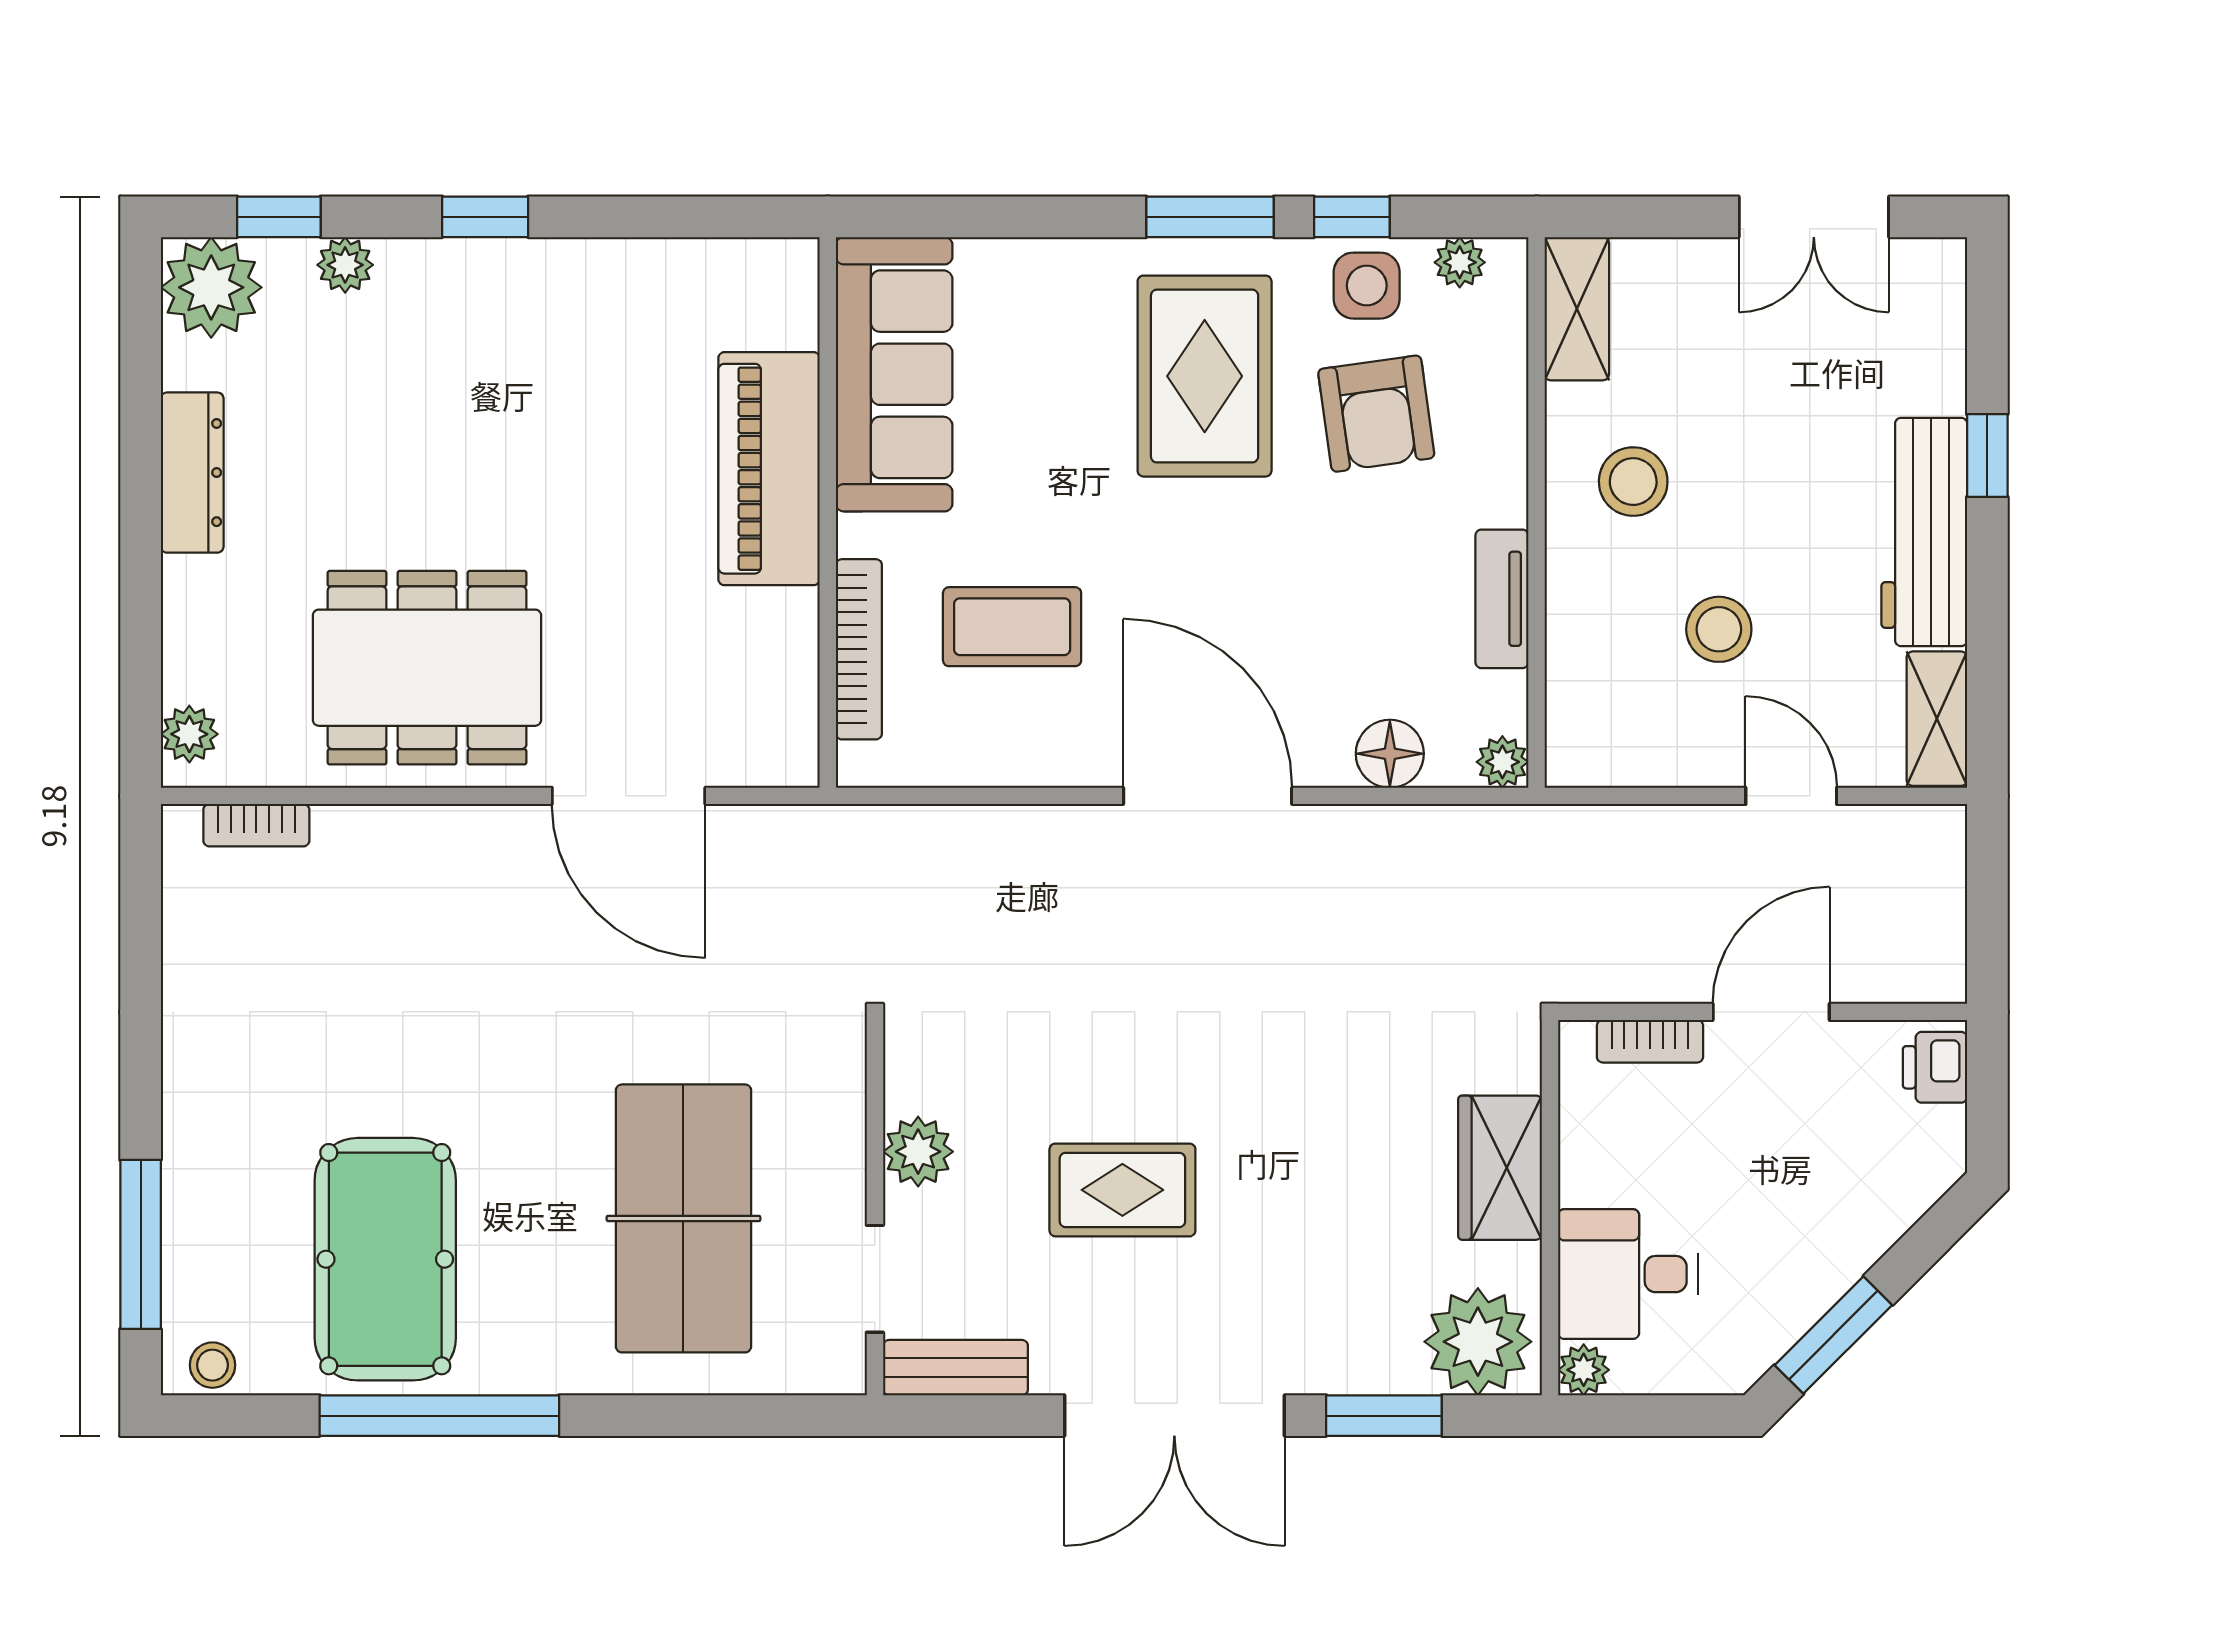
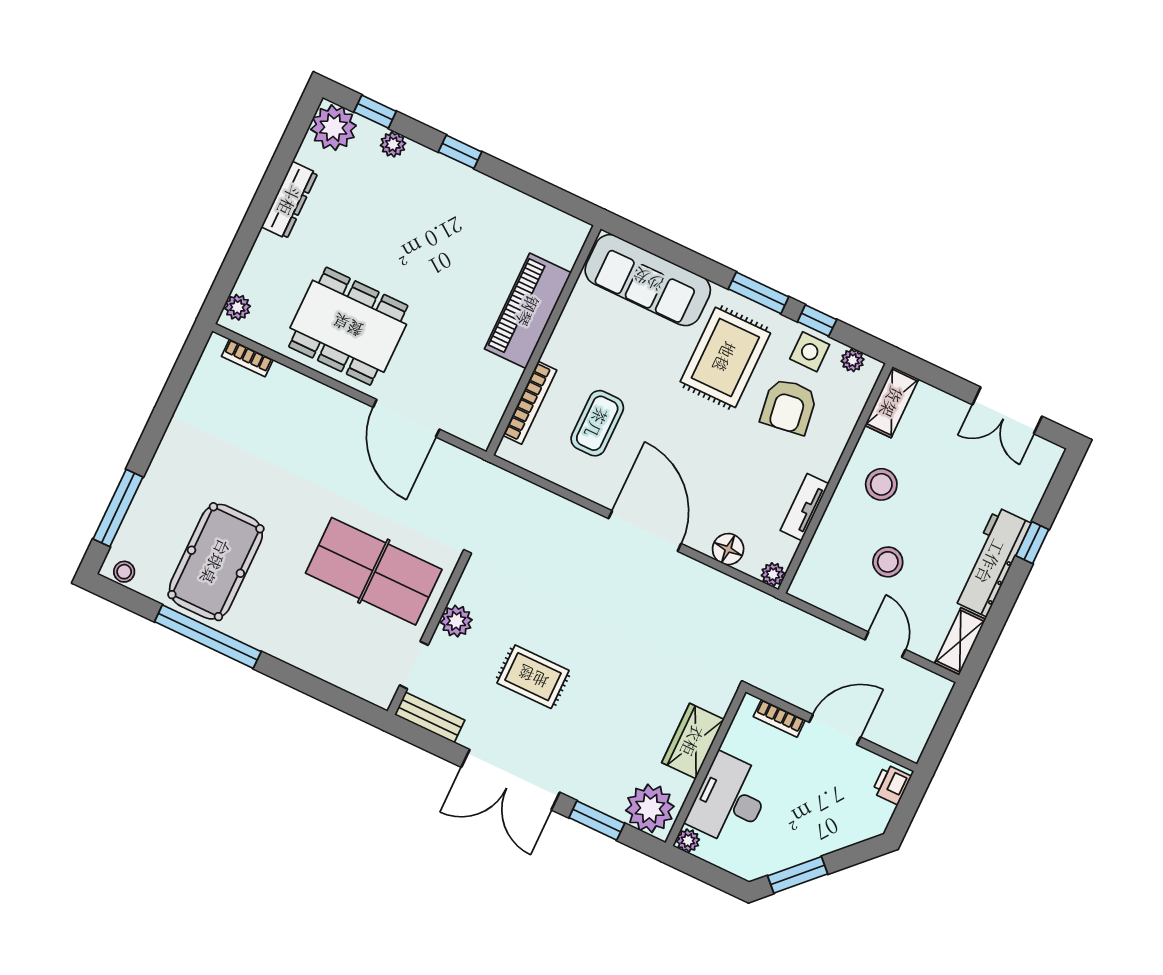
sofa: (894, 374) -> (648, 280), moved, turned 90
coffee table: (1012, 627) -> (597, 423), turned 90
table tennis table: (683, 1218) -> (374, 571), moved, turned 90
desk: (1628, 1274) -> (730, 800), width x1.37

